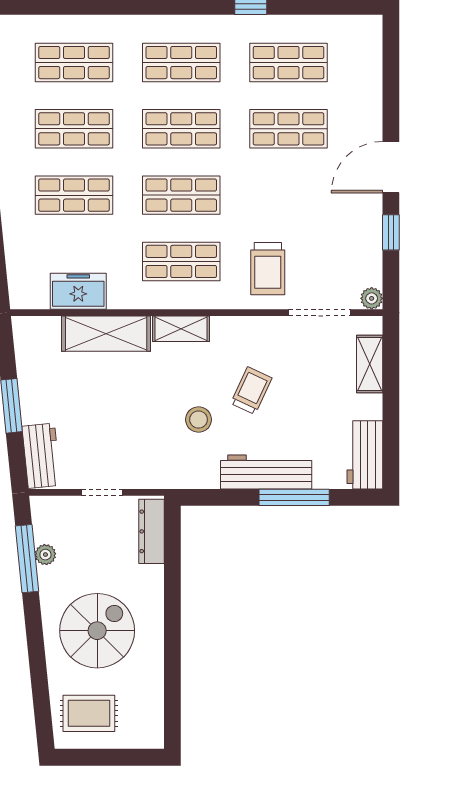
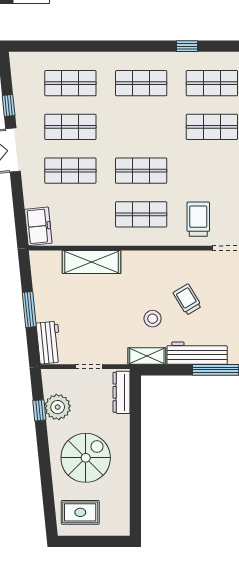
shop shelf: (181, 129) -> (141, 127), removed
trolley: (268, 269) -> (198, 219), turned 180
freezer: (78, 291) -> (38, 226), moved, turned 84
shelving: (181, 329) -> (147, 356), moved
trolley: (251, 391) -> (187, 300), turned -56
plant: (45, 555) -> (58, 407), width x1.87, depth x1.87
window: (27, 559) -> (39, 410), width x0.46

